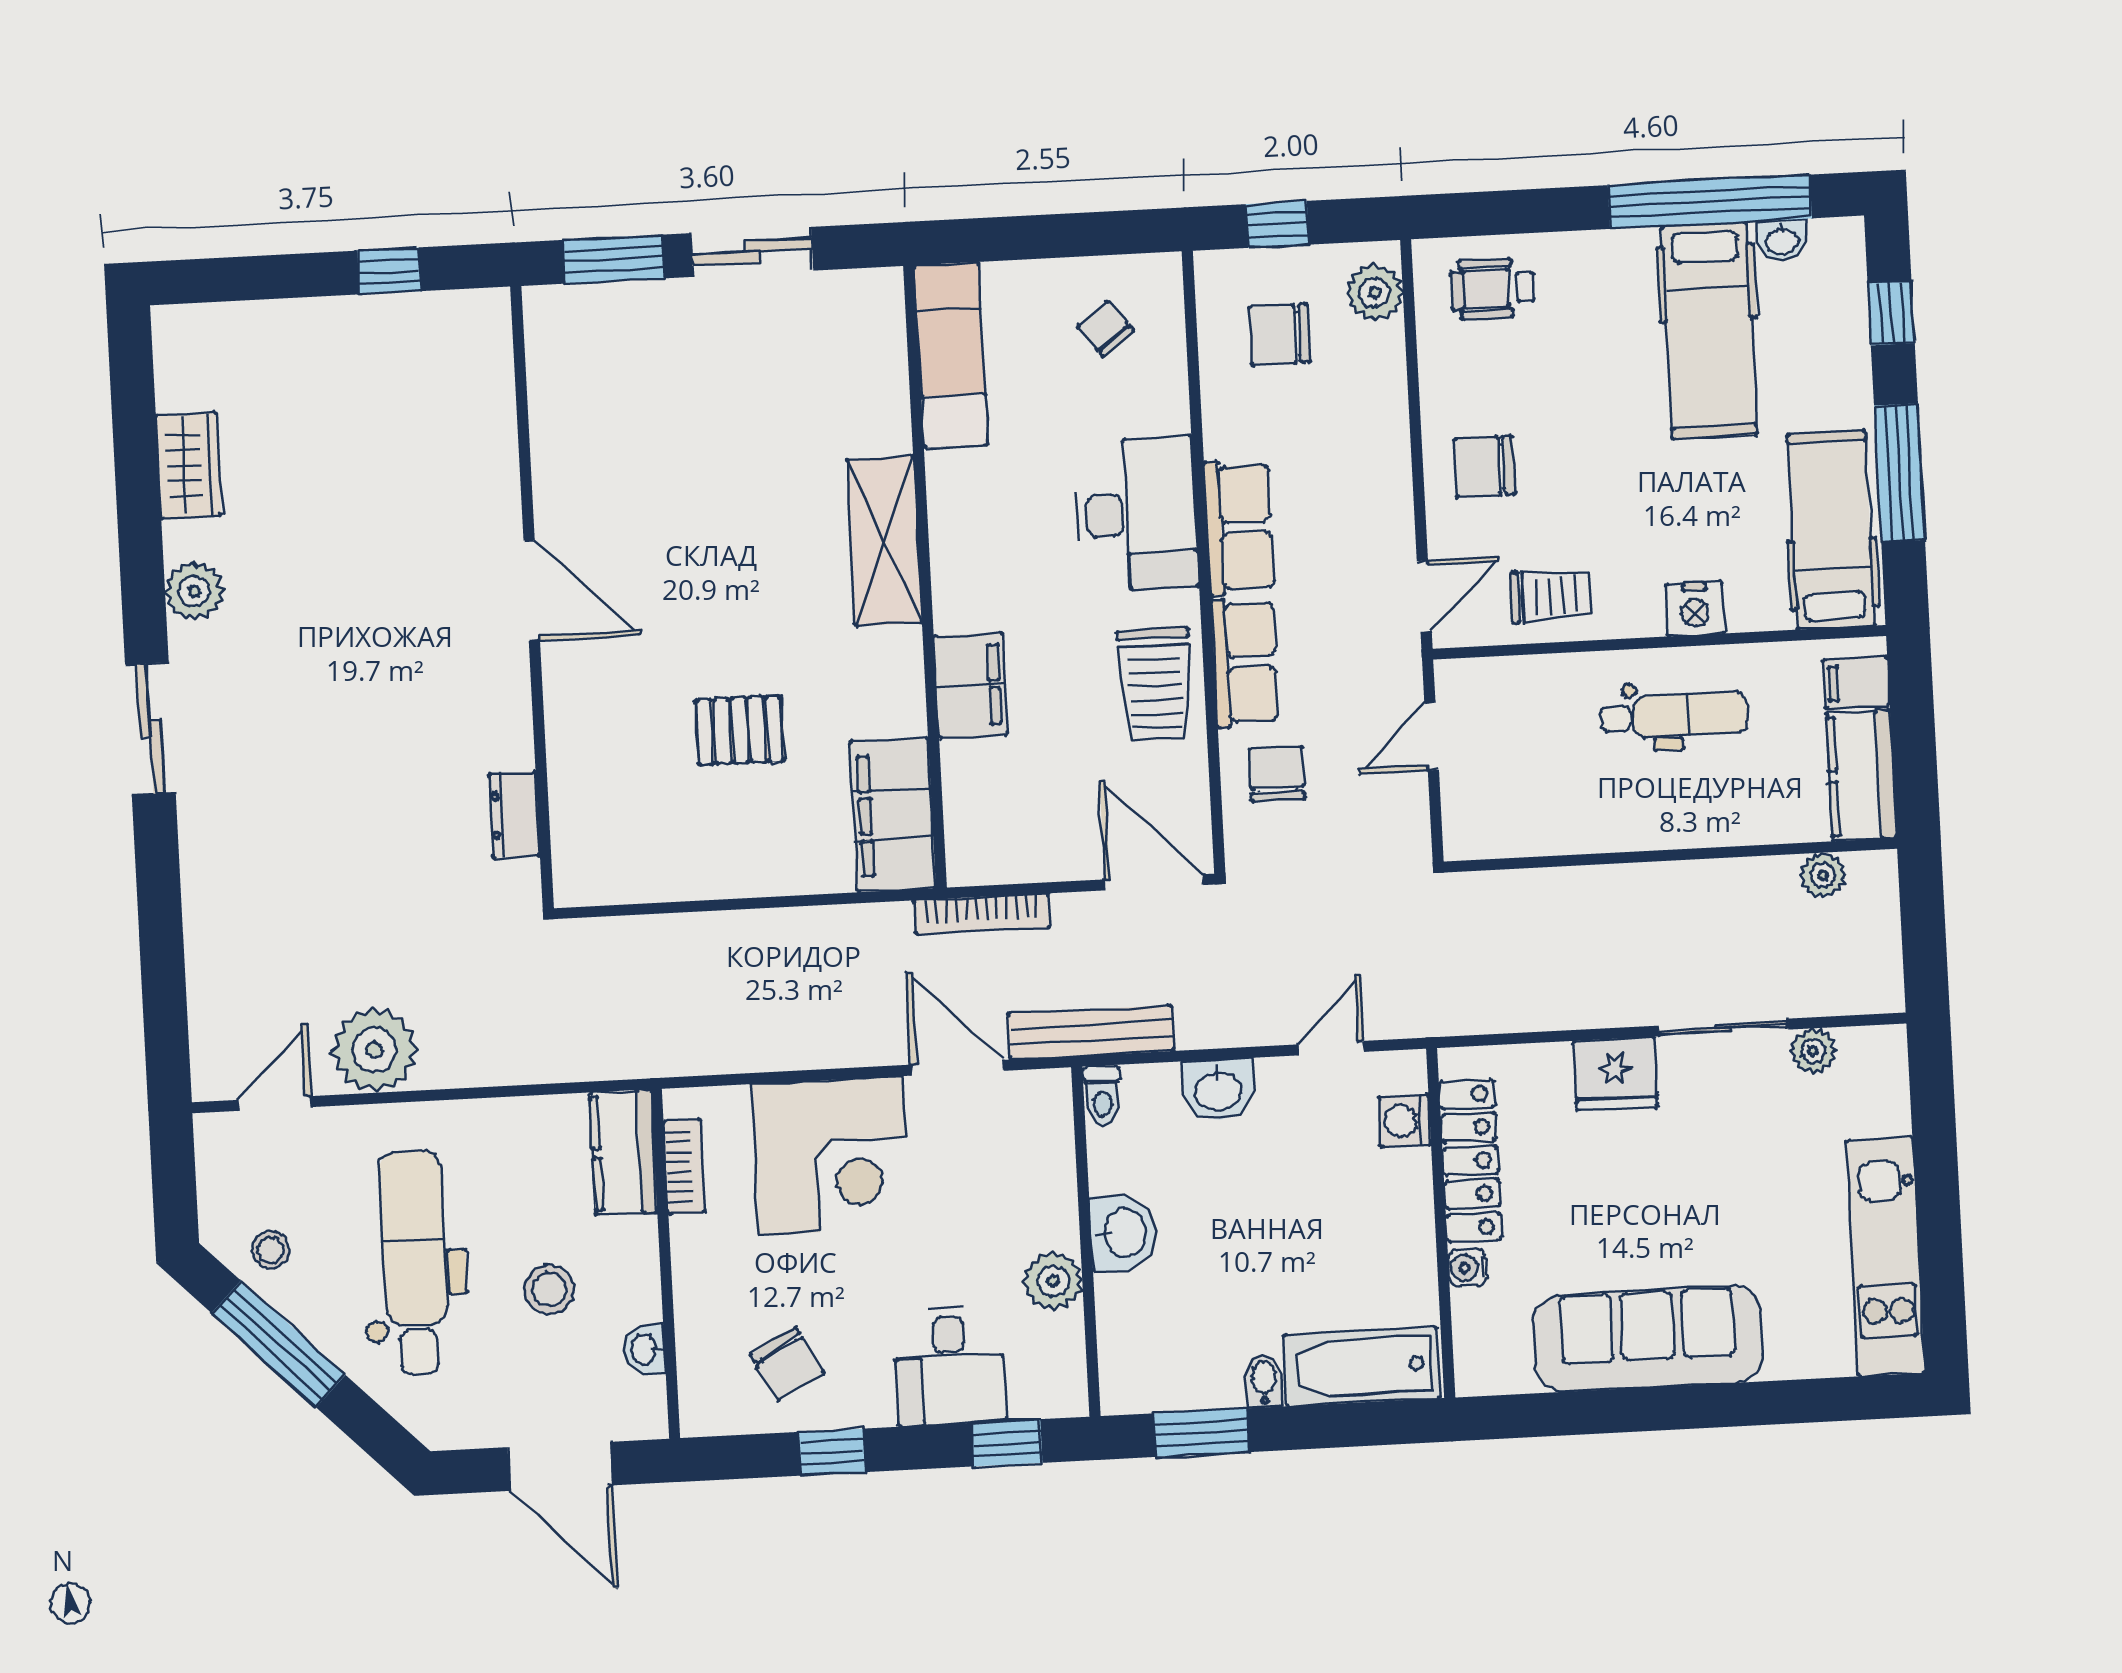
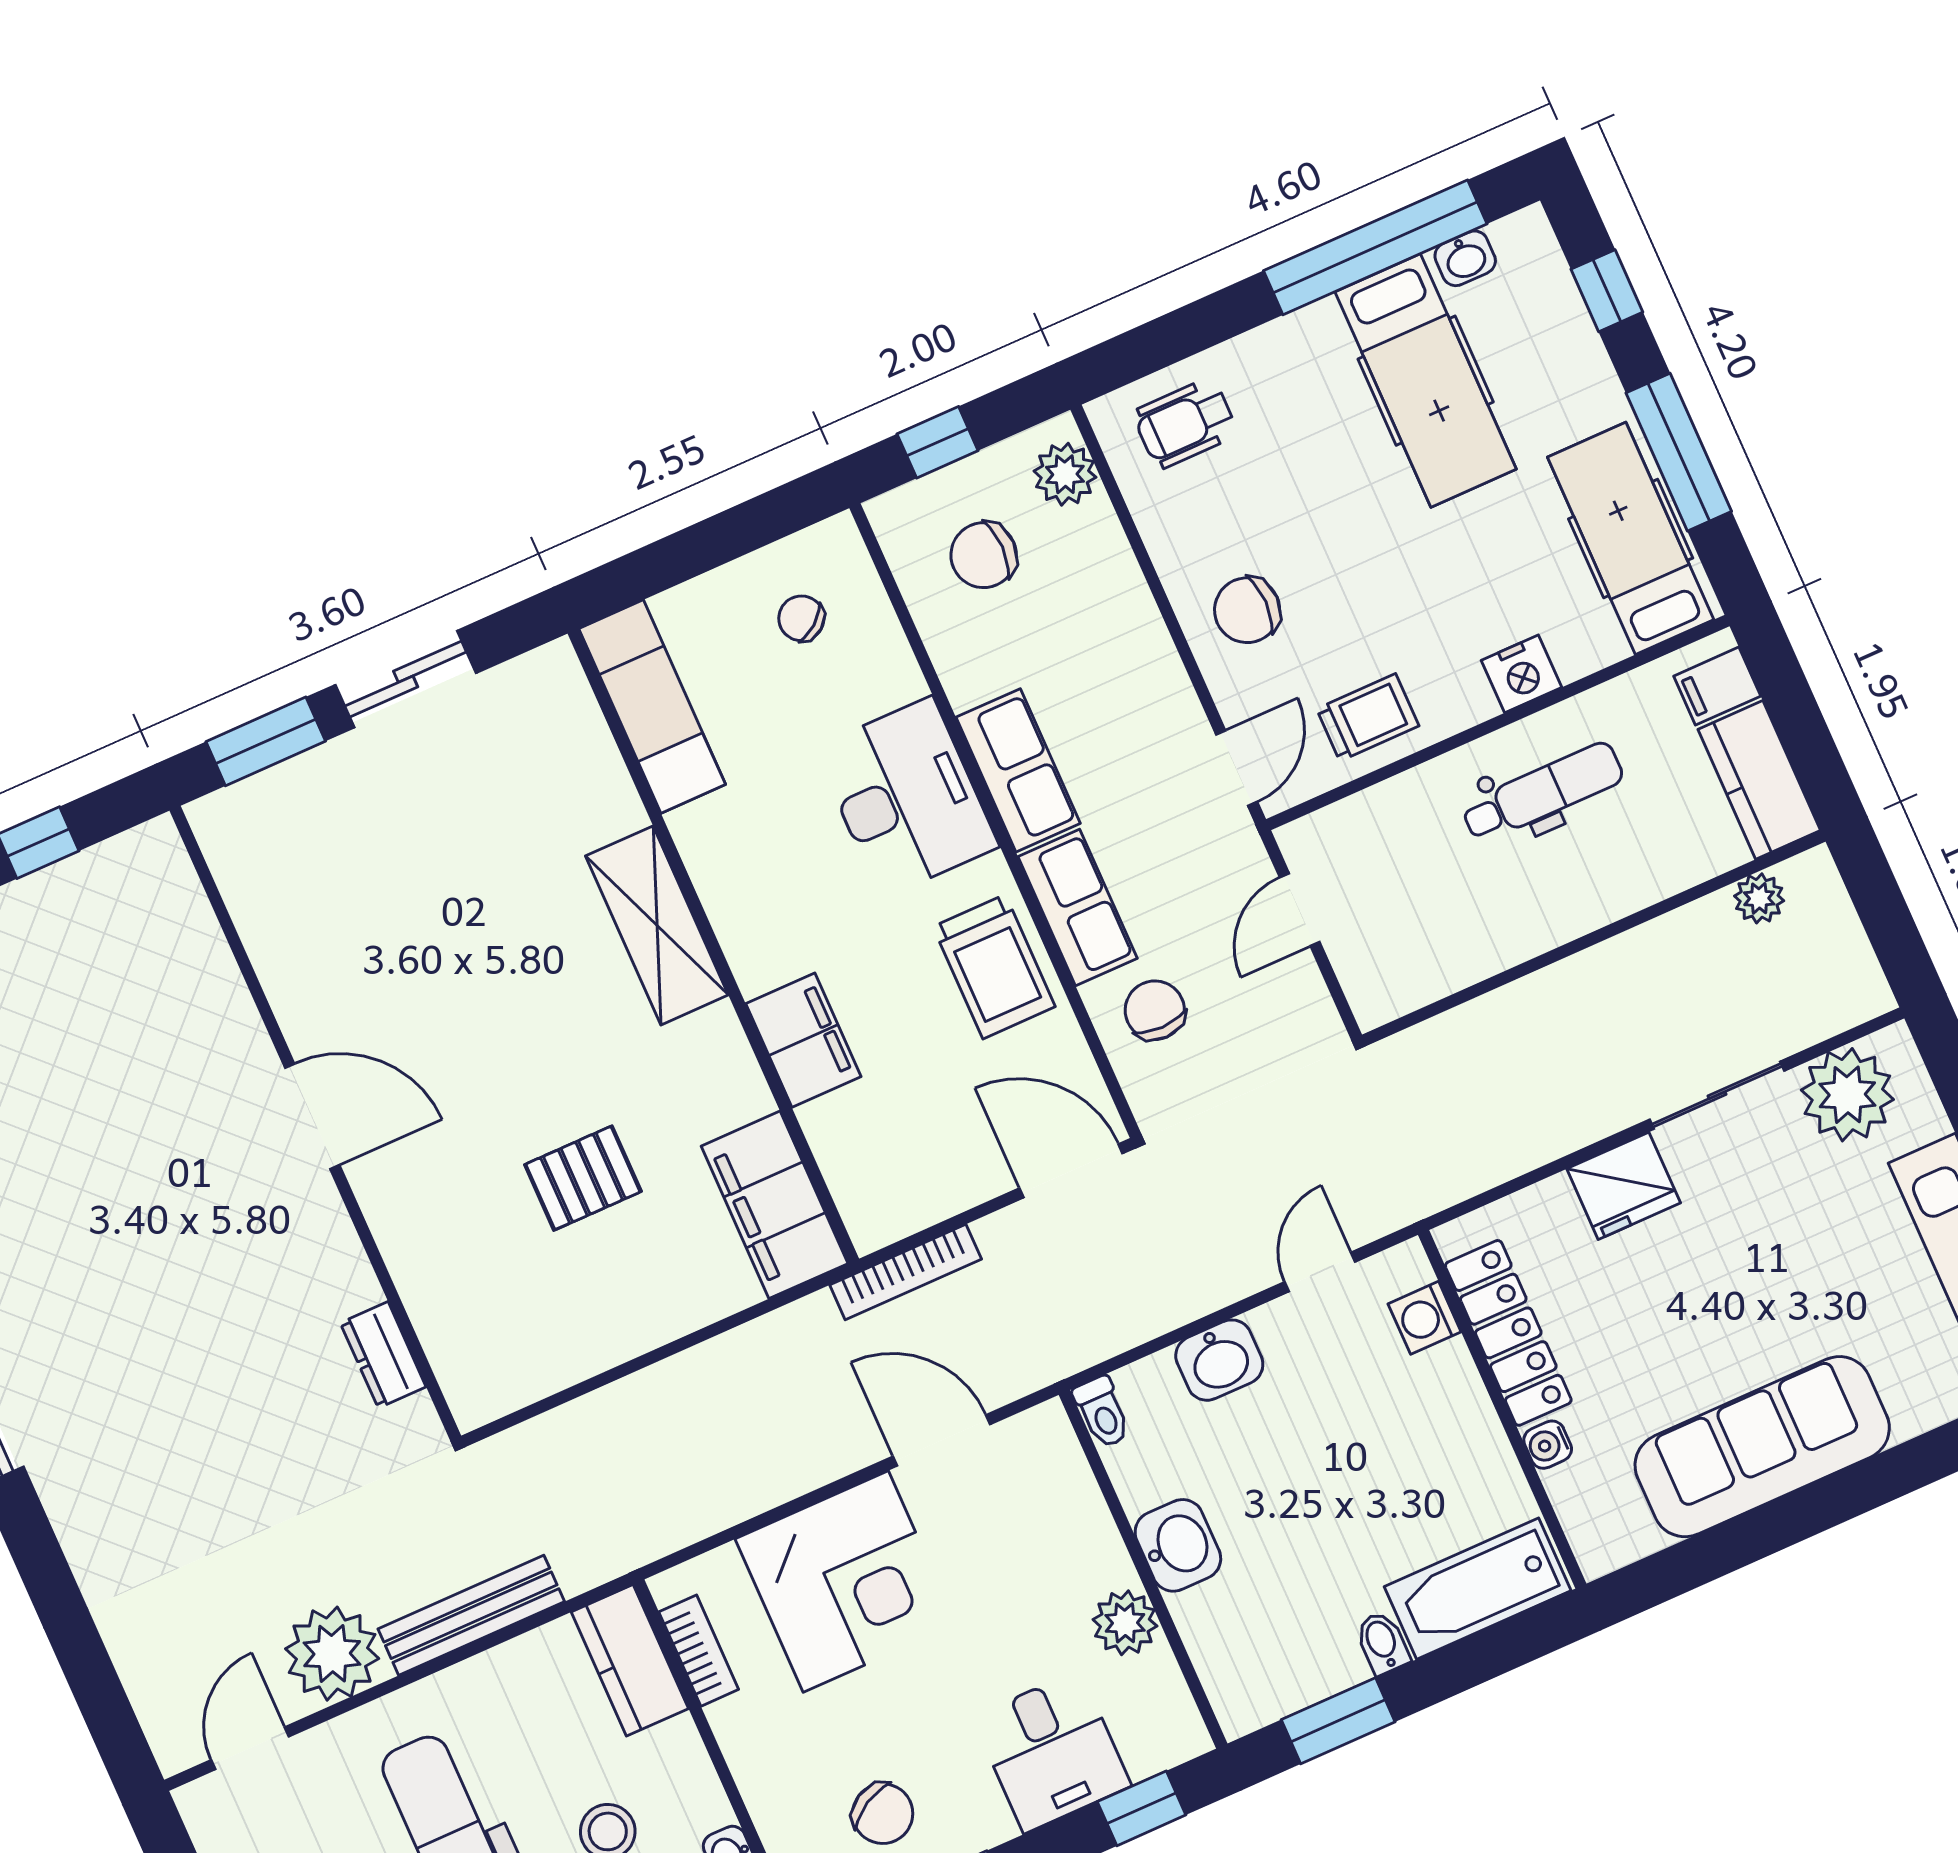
bench: (1091, 1032) -> (471, 1615), moved
plant: (1813, 1051) -> (1847, 1095), width x1.88, depth x1.88

